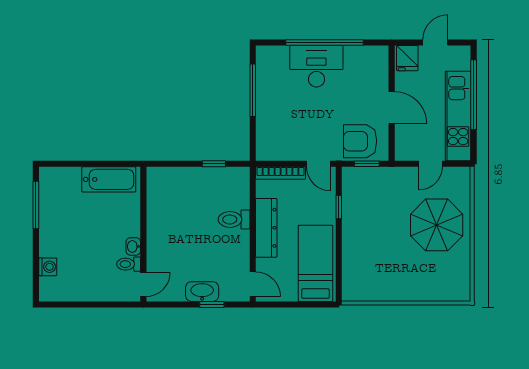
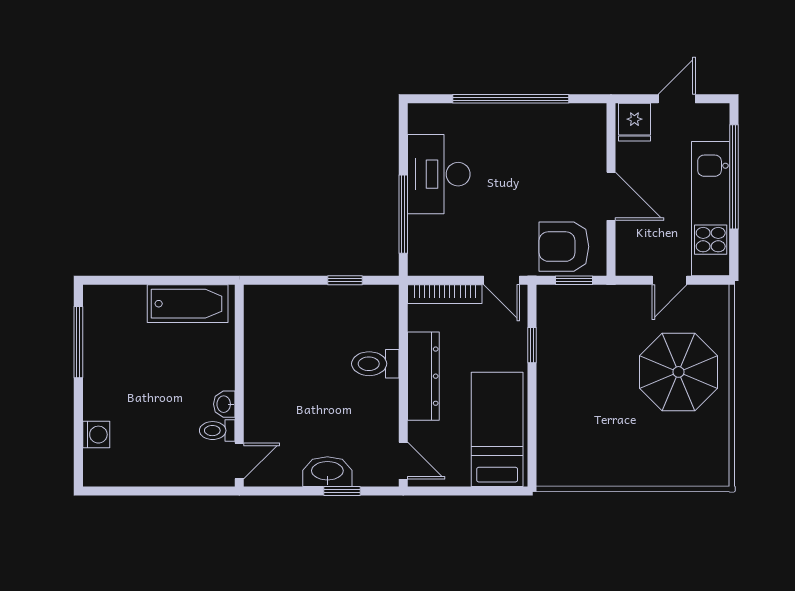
desk: (316, 66) -> (439, 174), moved, turned -90
window: (253, 90) -> (403, 214), moved

